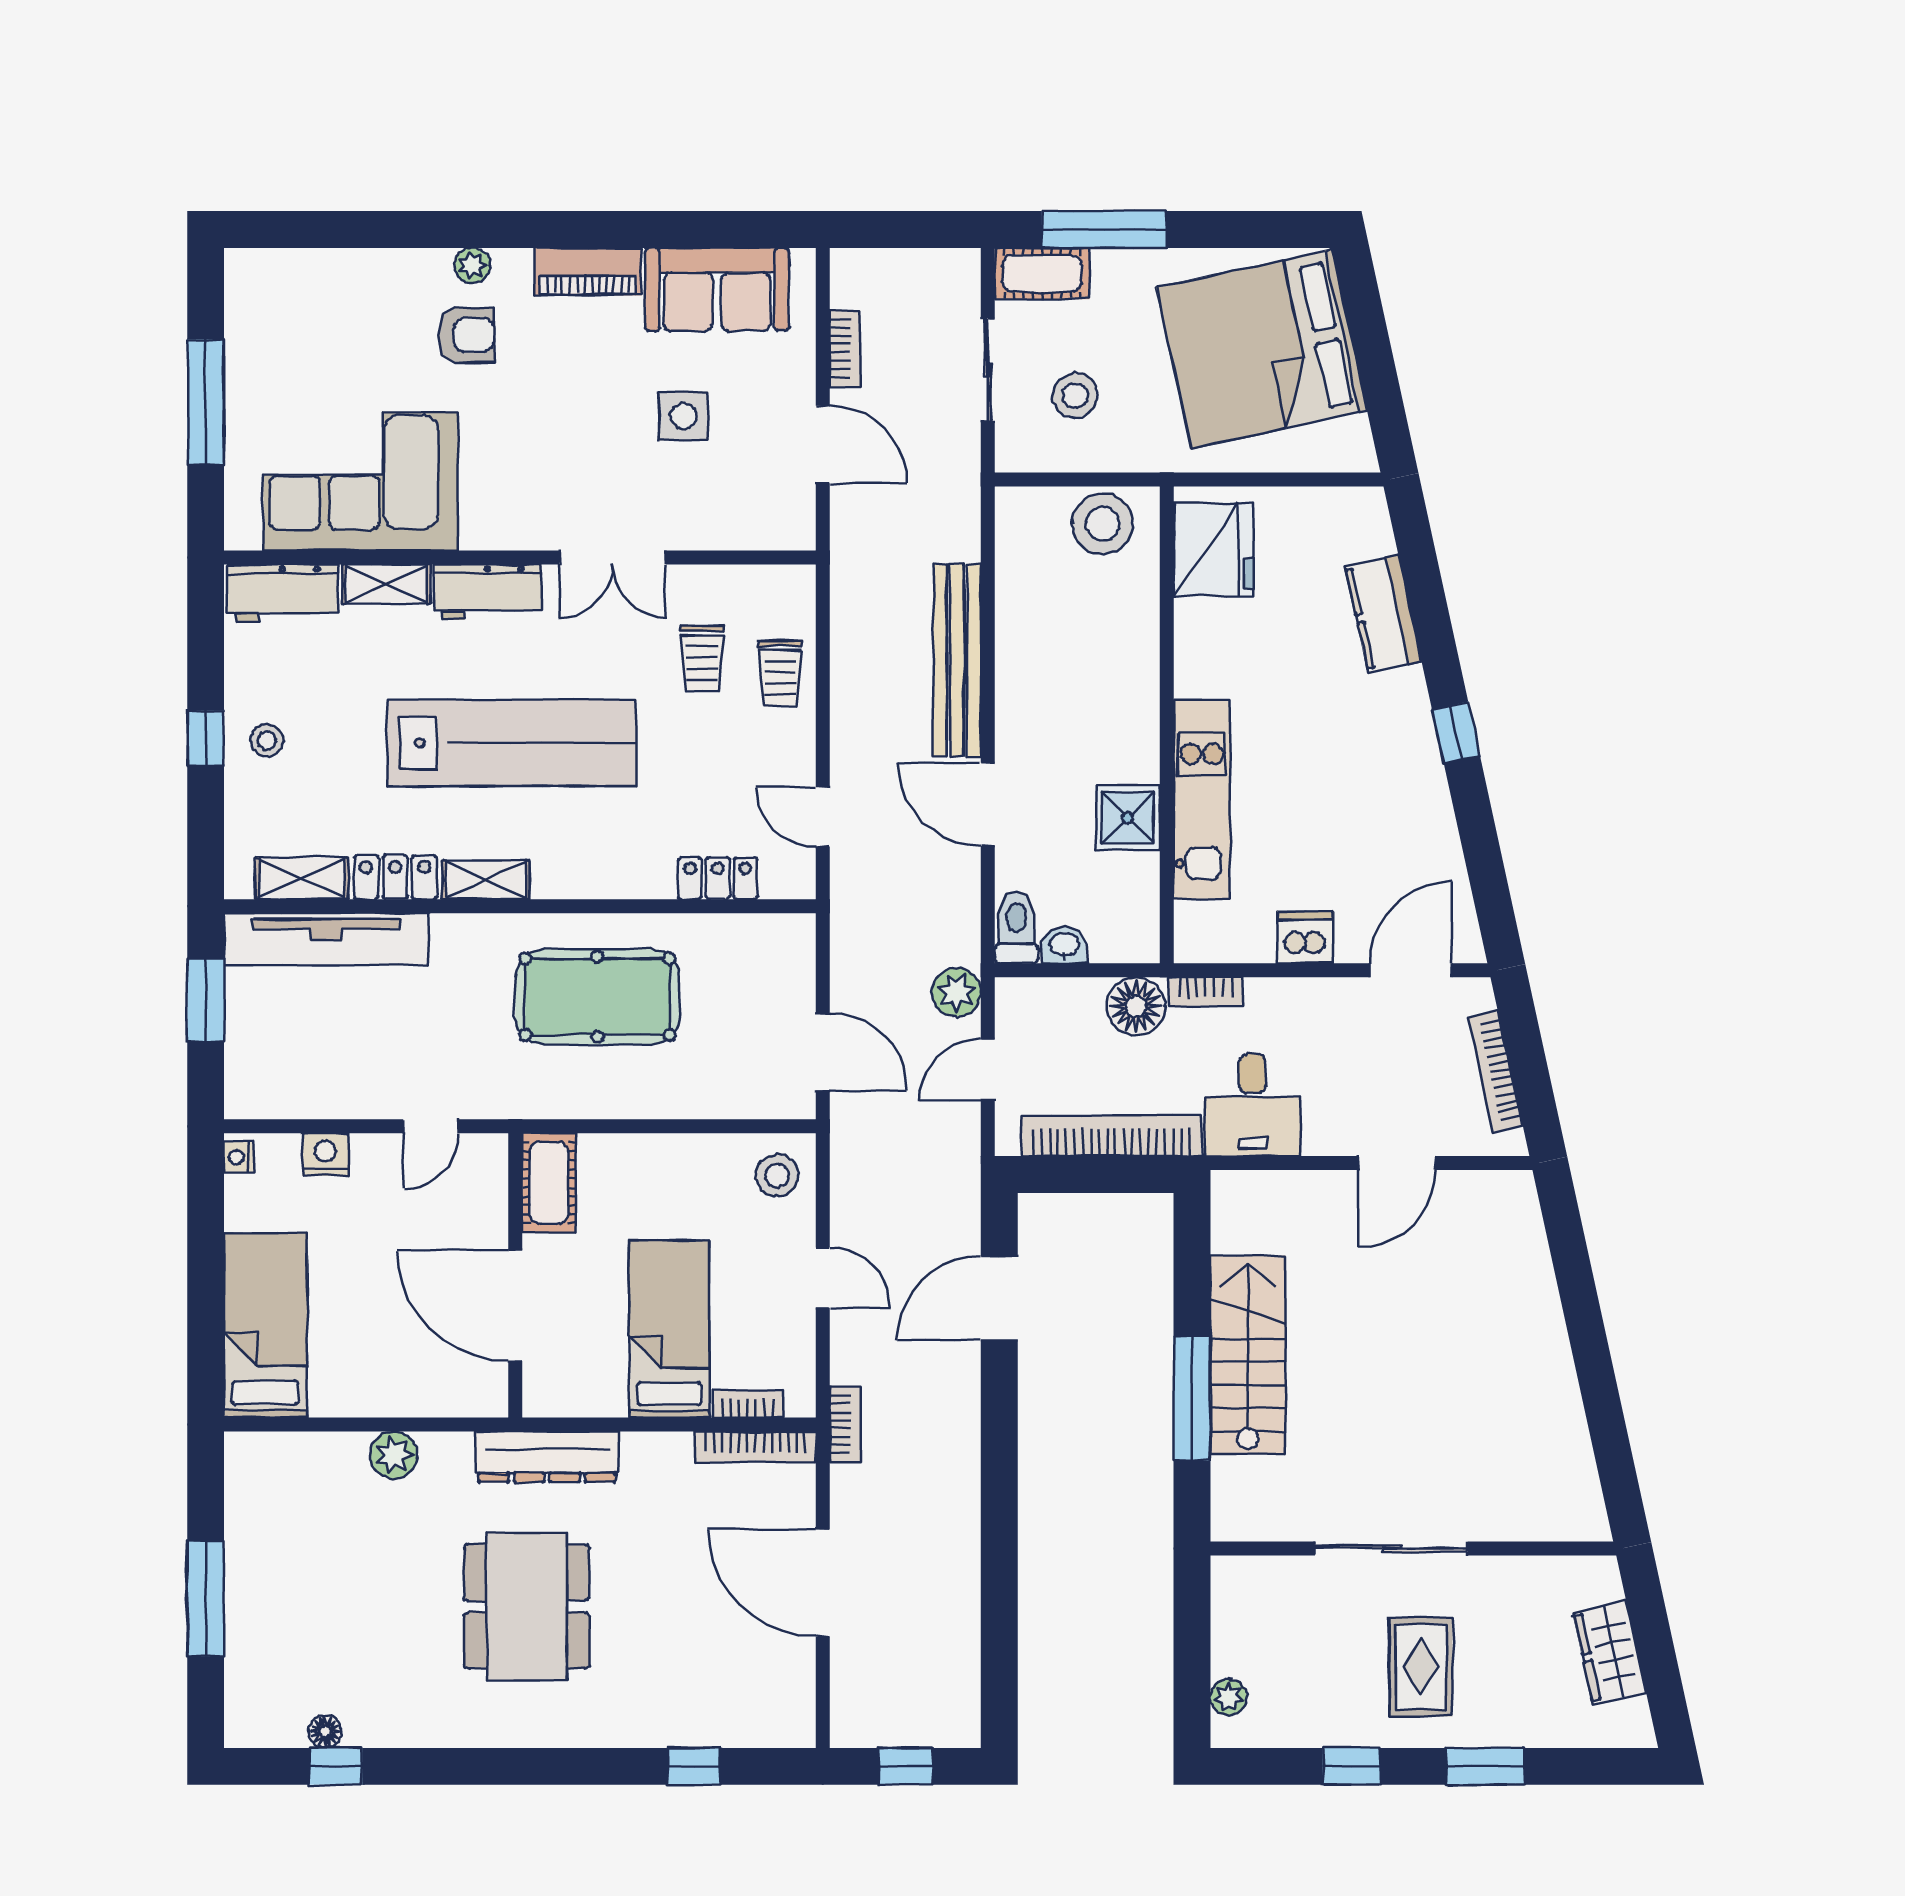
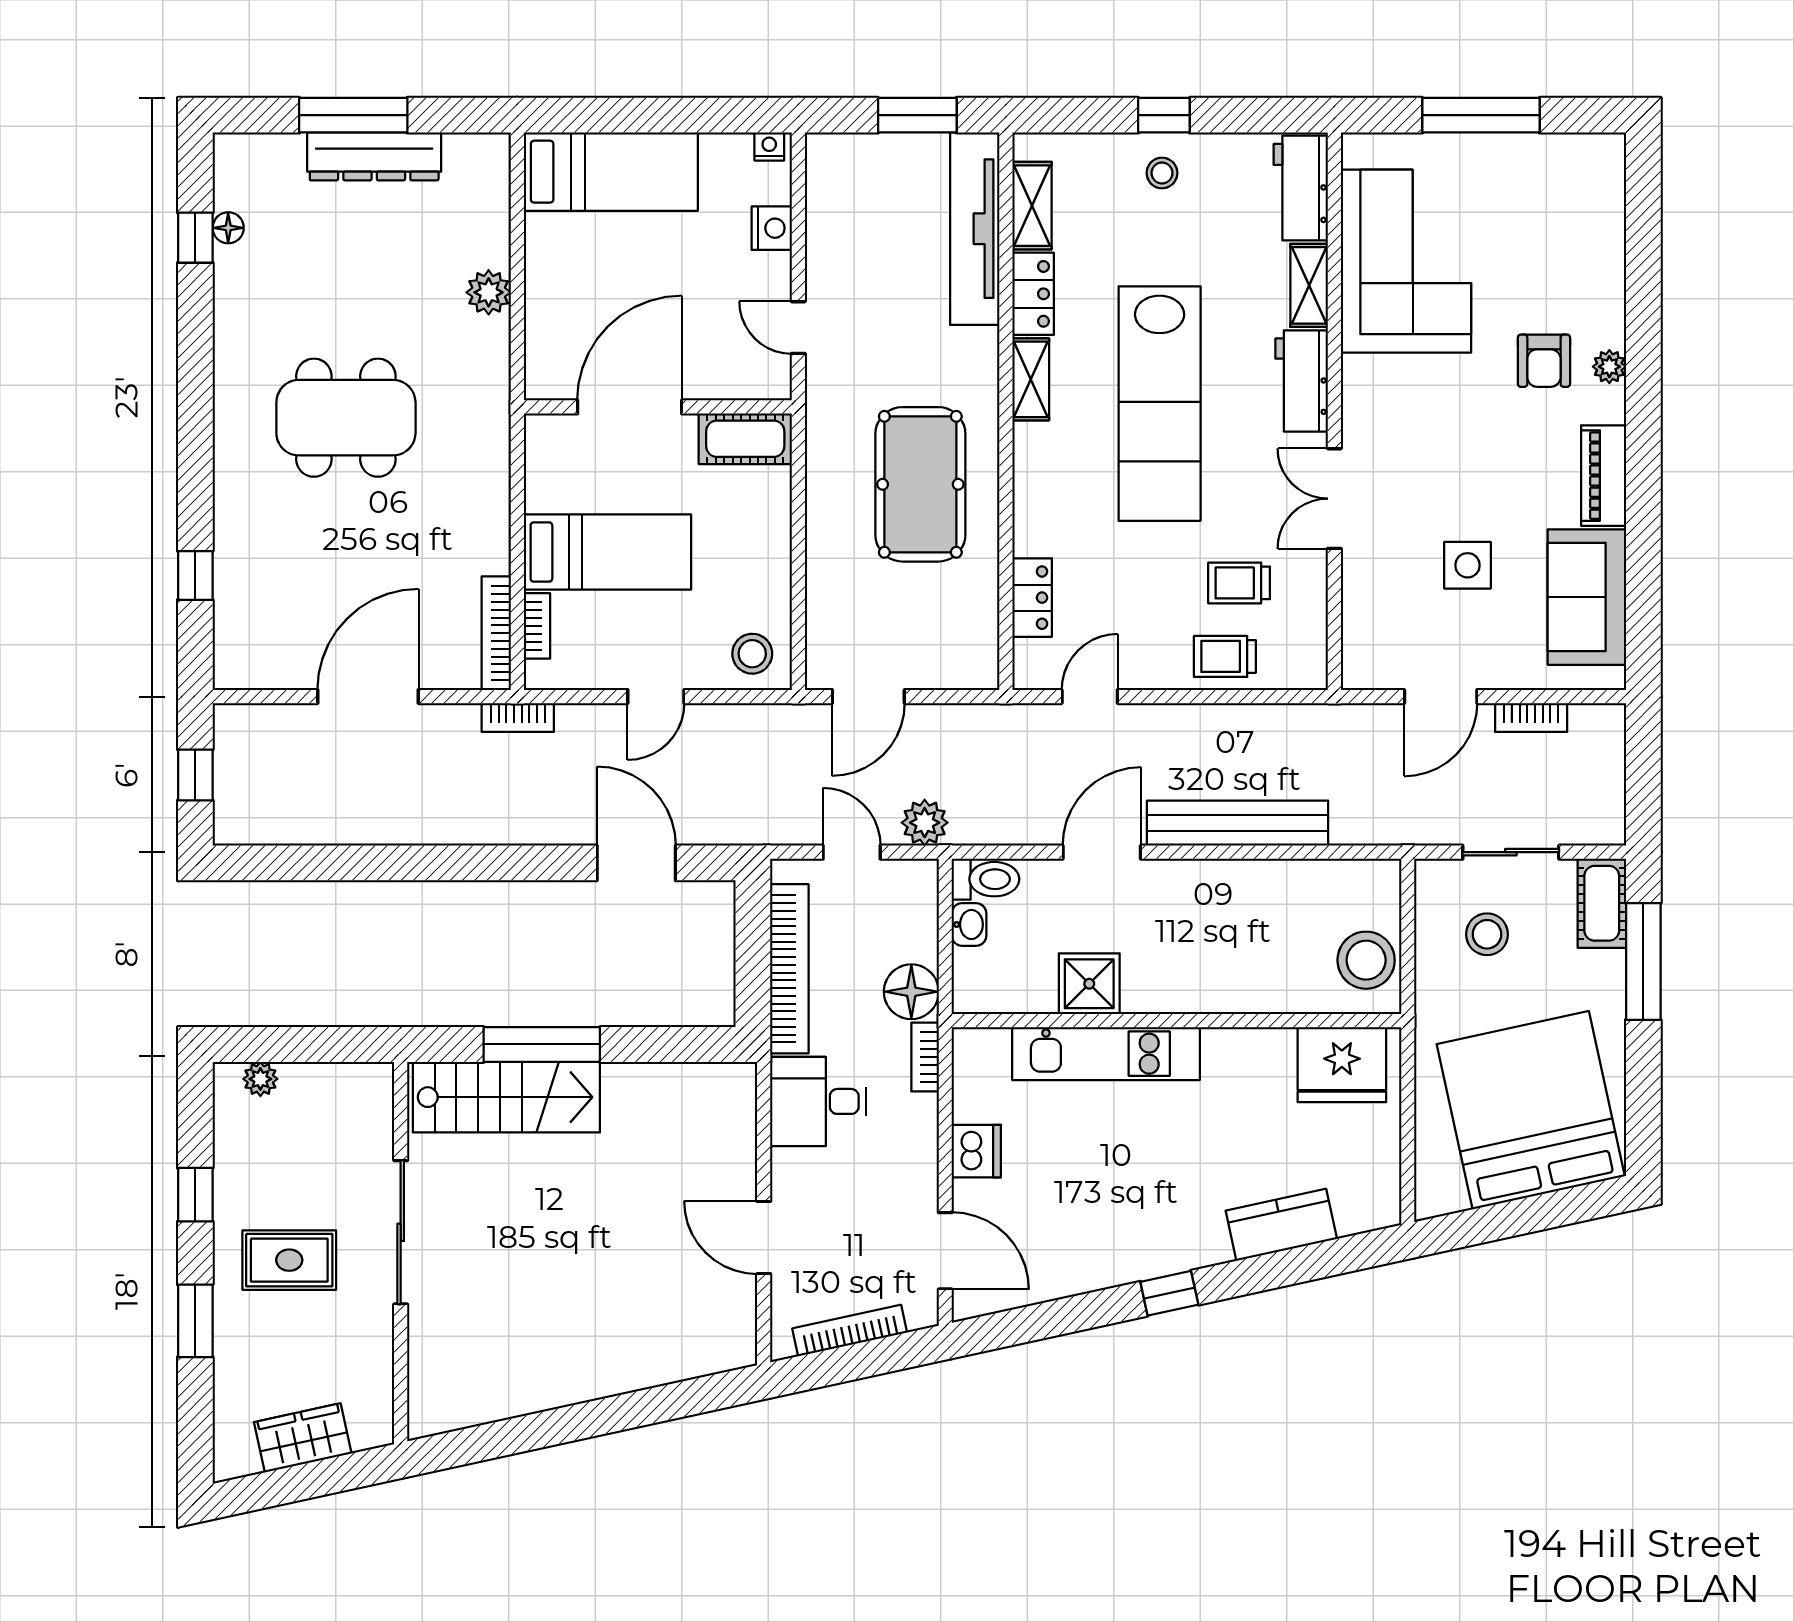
stairs: (1248, 1355) -> (506, 1097), moved
dresser: (547, 1457) -> (374, 156), moved, turned -90

